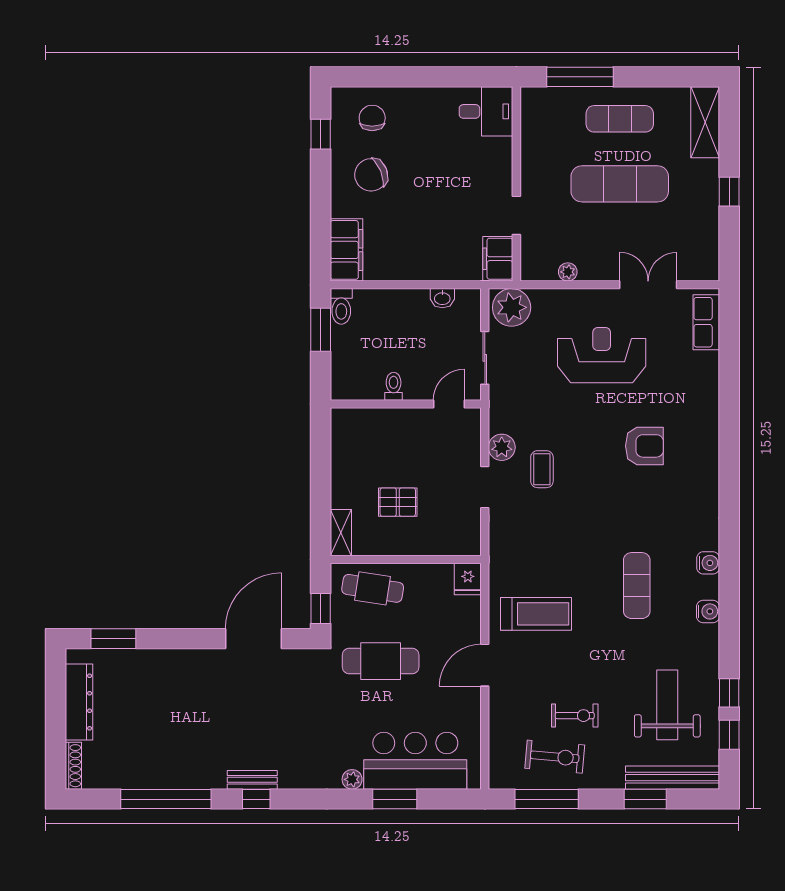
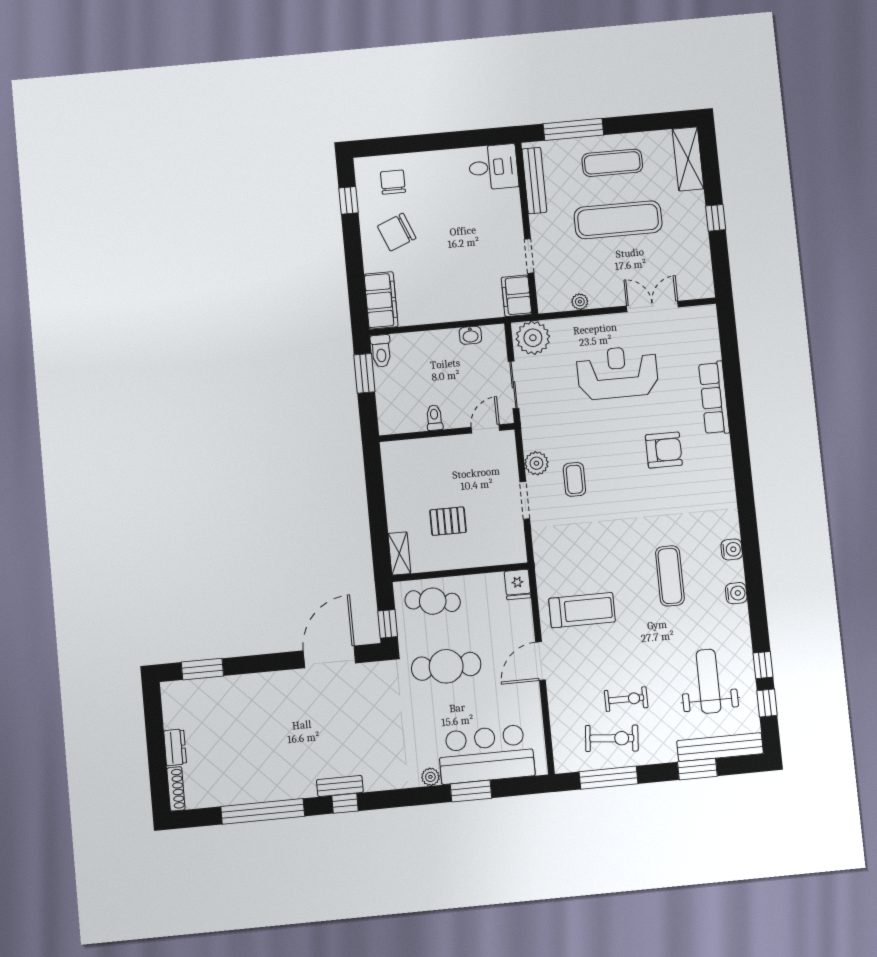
bench: (530, 131) -> (534, 181), added
row of seats: (706, 322) -> (714, 398), moved, width x1.48
dresser: (79, 702) -> (175, 747), width x0.51, depth x0.80

